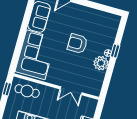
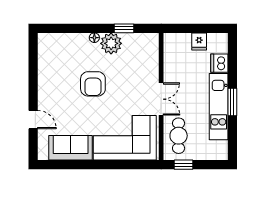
window: (115, 51) -> (124, 28), moved
double door: (71, 91) -> (161, 99), moved

